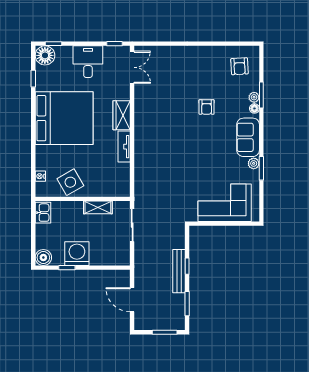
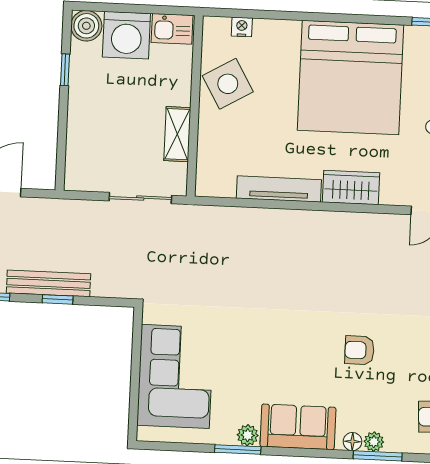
tv unit: (124, 147) -> (279, 189), width x1.41
washing machine: (77, 254) -> (126, 35), moved, turned 90

